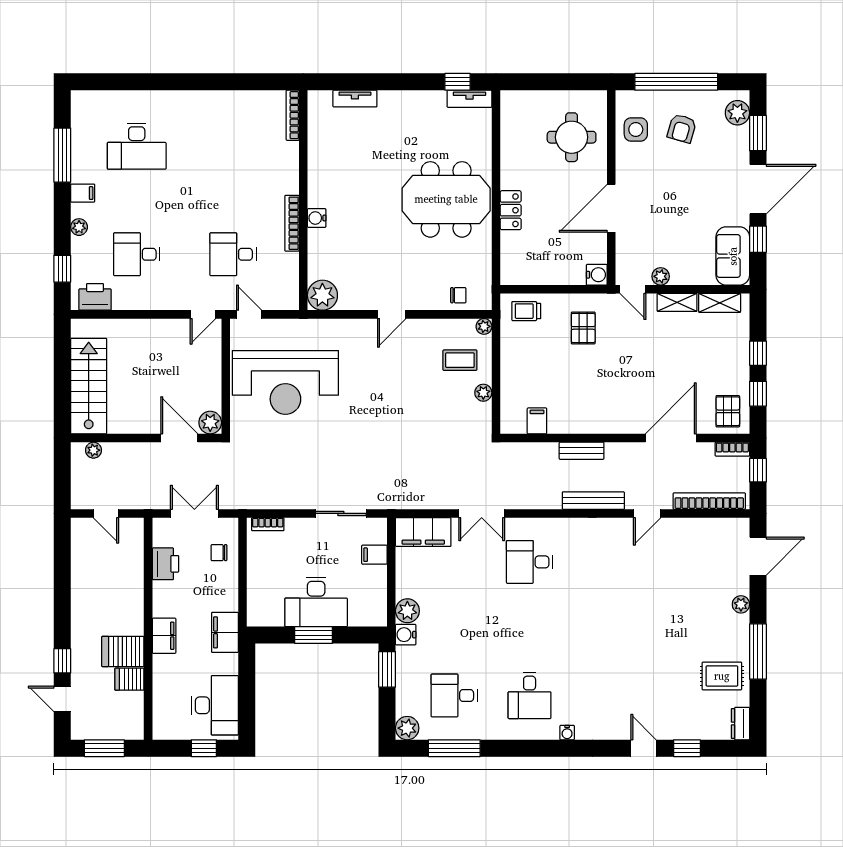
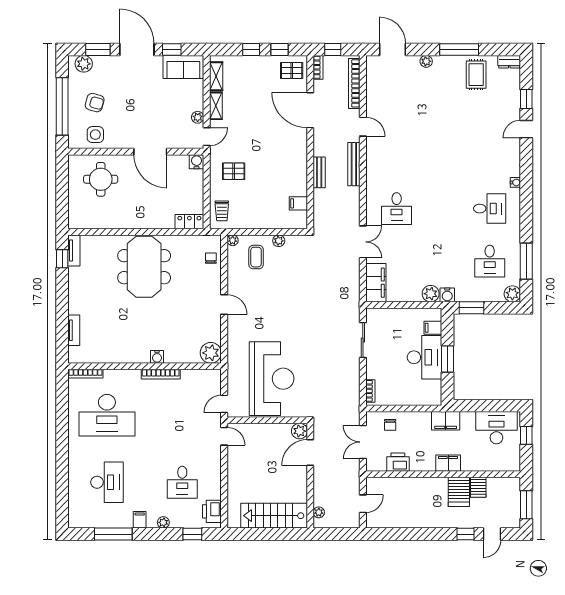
locker: (511, 210) -> (189, 222), moved
desk: (233, 254) -> (107, 415), moved, width x1.87, depth x1.30
filing cabinet: (374, 555) -> (433, 328), moved, turned 90

